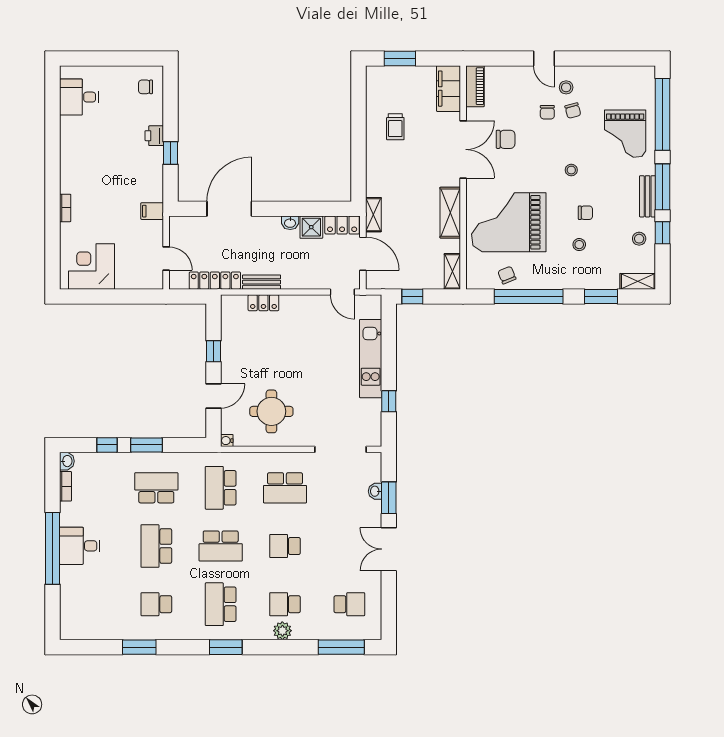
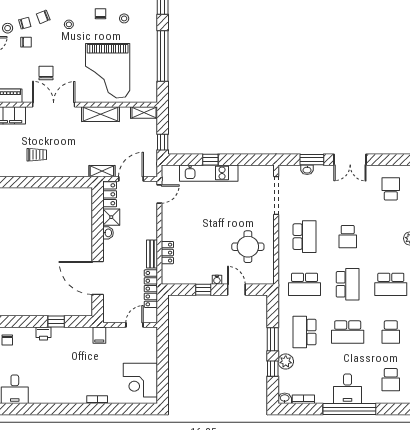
chair: (507, 275) -> (43, 17), moved
window: (389, 401) -> (210, 160), moved
water cooler: (227, 441) -> (217, 280), moved
plant: (117, 462) -> (286, 361), added
school desk: (285, 604) -> (391, 380), moved

